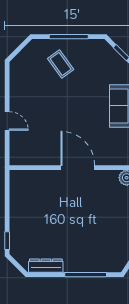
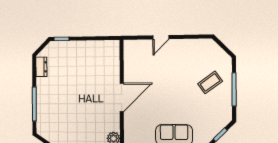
dresser: (46, 266) -> (41, 67), width x0.70

